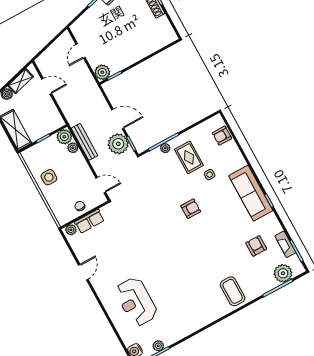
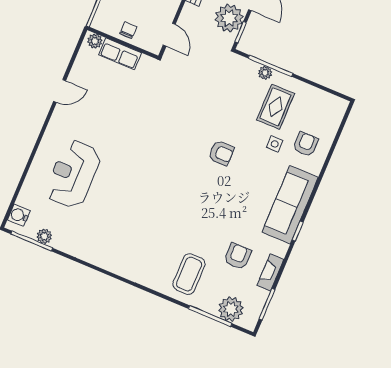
armchair: (222, 136) -> (306, 144), moved, turned 90
fireplace: (285, 244) -> (270, 272), moved
coffee table: (233, 291) -> (189, 274), moved

